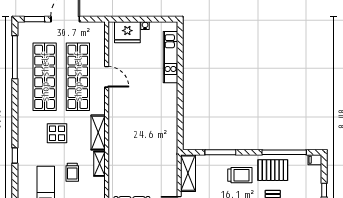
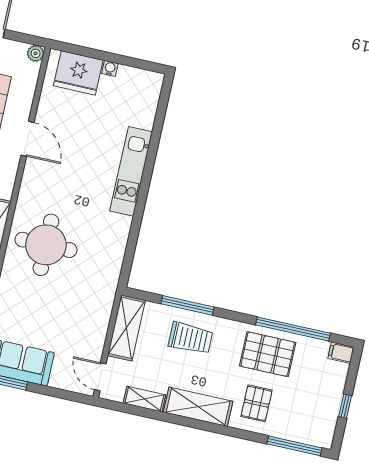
plant: (100, 26) -> (36, 53), added
kitchen unit: (171, 57) -> (131, 171), moved
round table: (131, 136) -> (46, 245), added
trolley: (240, 175) -> (191, 338), moved

